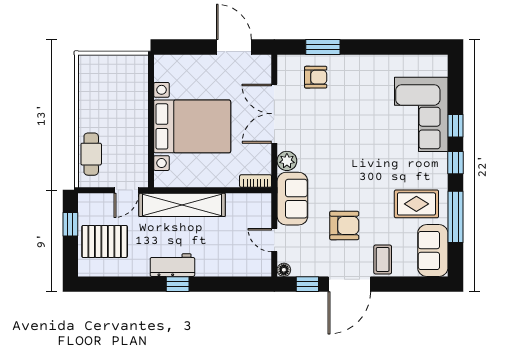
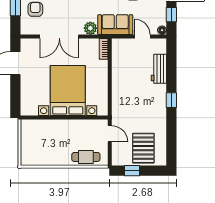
shelving: (182, 205) -> (119, 97), removed
door: (274, 240) -> (142, 37), swing flipped
workbench: (172, 265) -> (159, 69), moved

